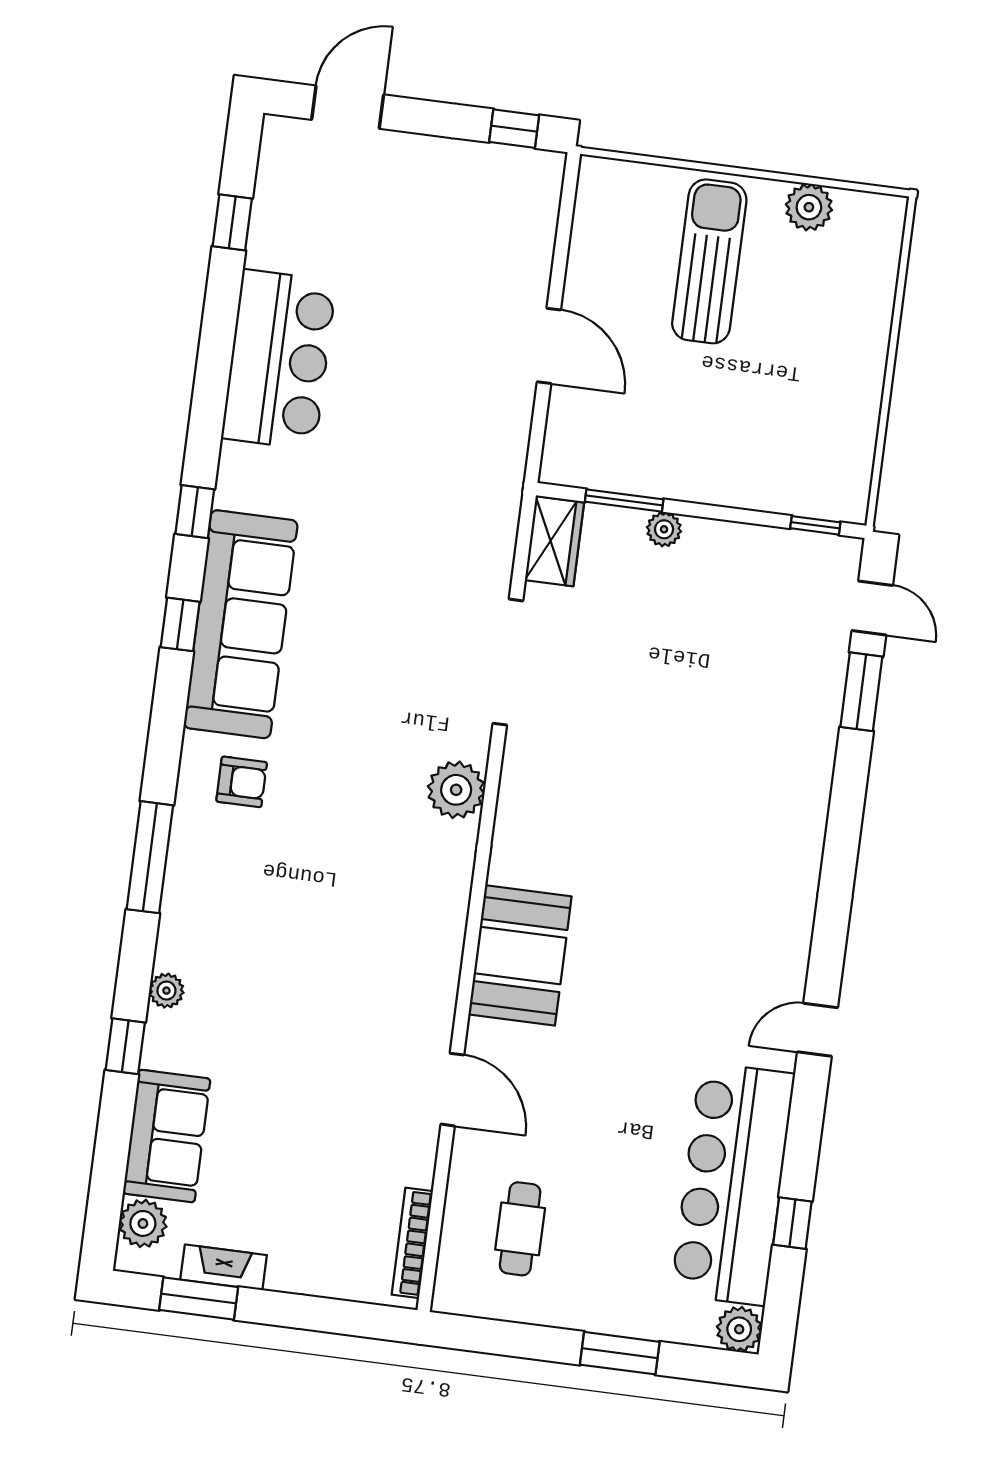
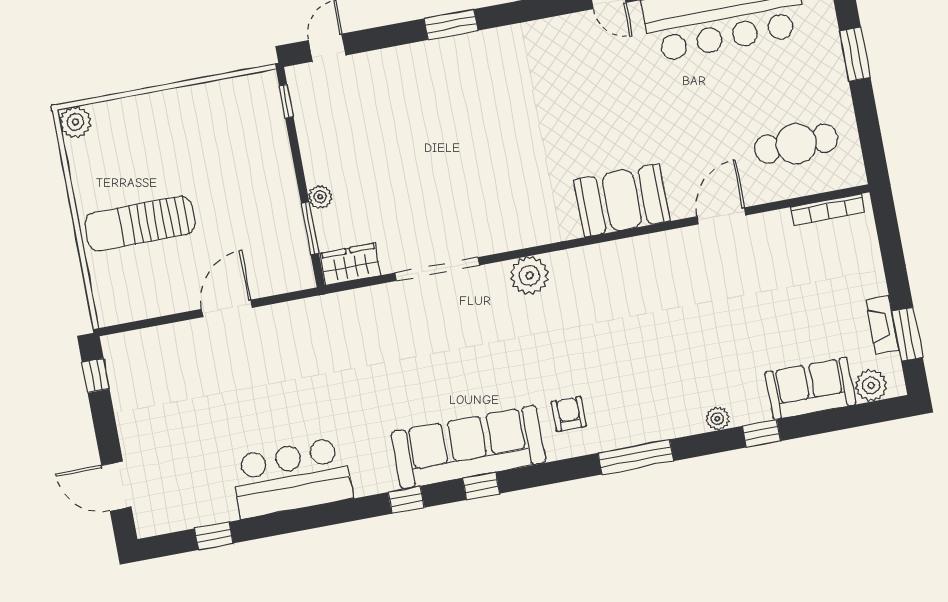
plant: (809, 207) -> (75, 122), moved
window: (861, 692) -> (451, 25), moved
cafe table: (520, 1229) -> (796, 144), width x1.37, depth x1.35

